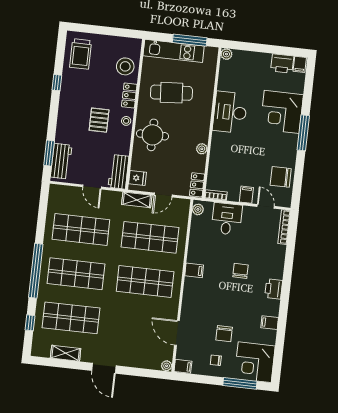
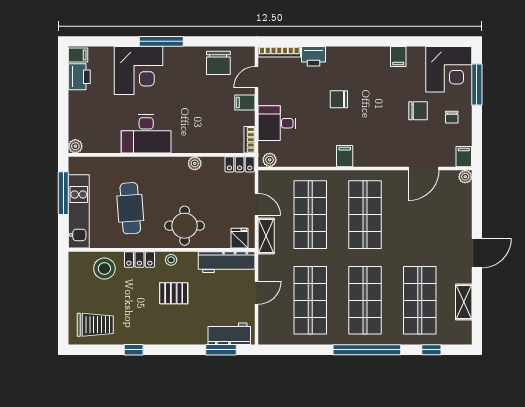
workbench: (119, 172) -> (227, 262), width x1.38
printer: (274, 289) -> (314, 56), moved

